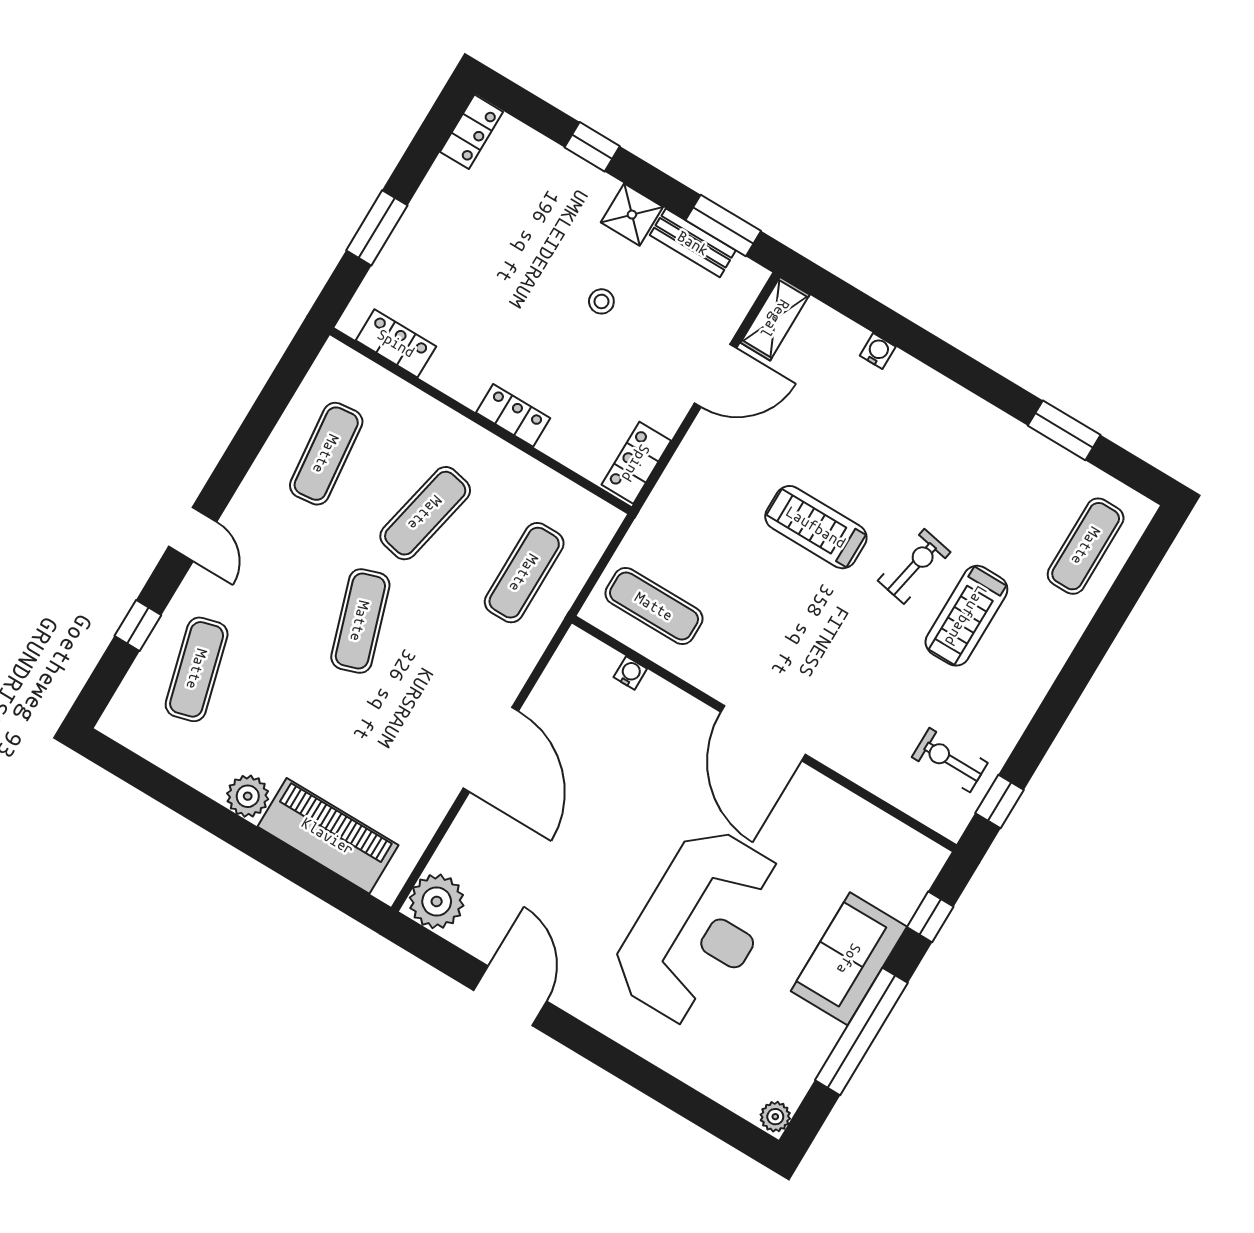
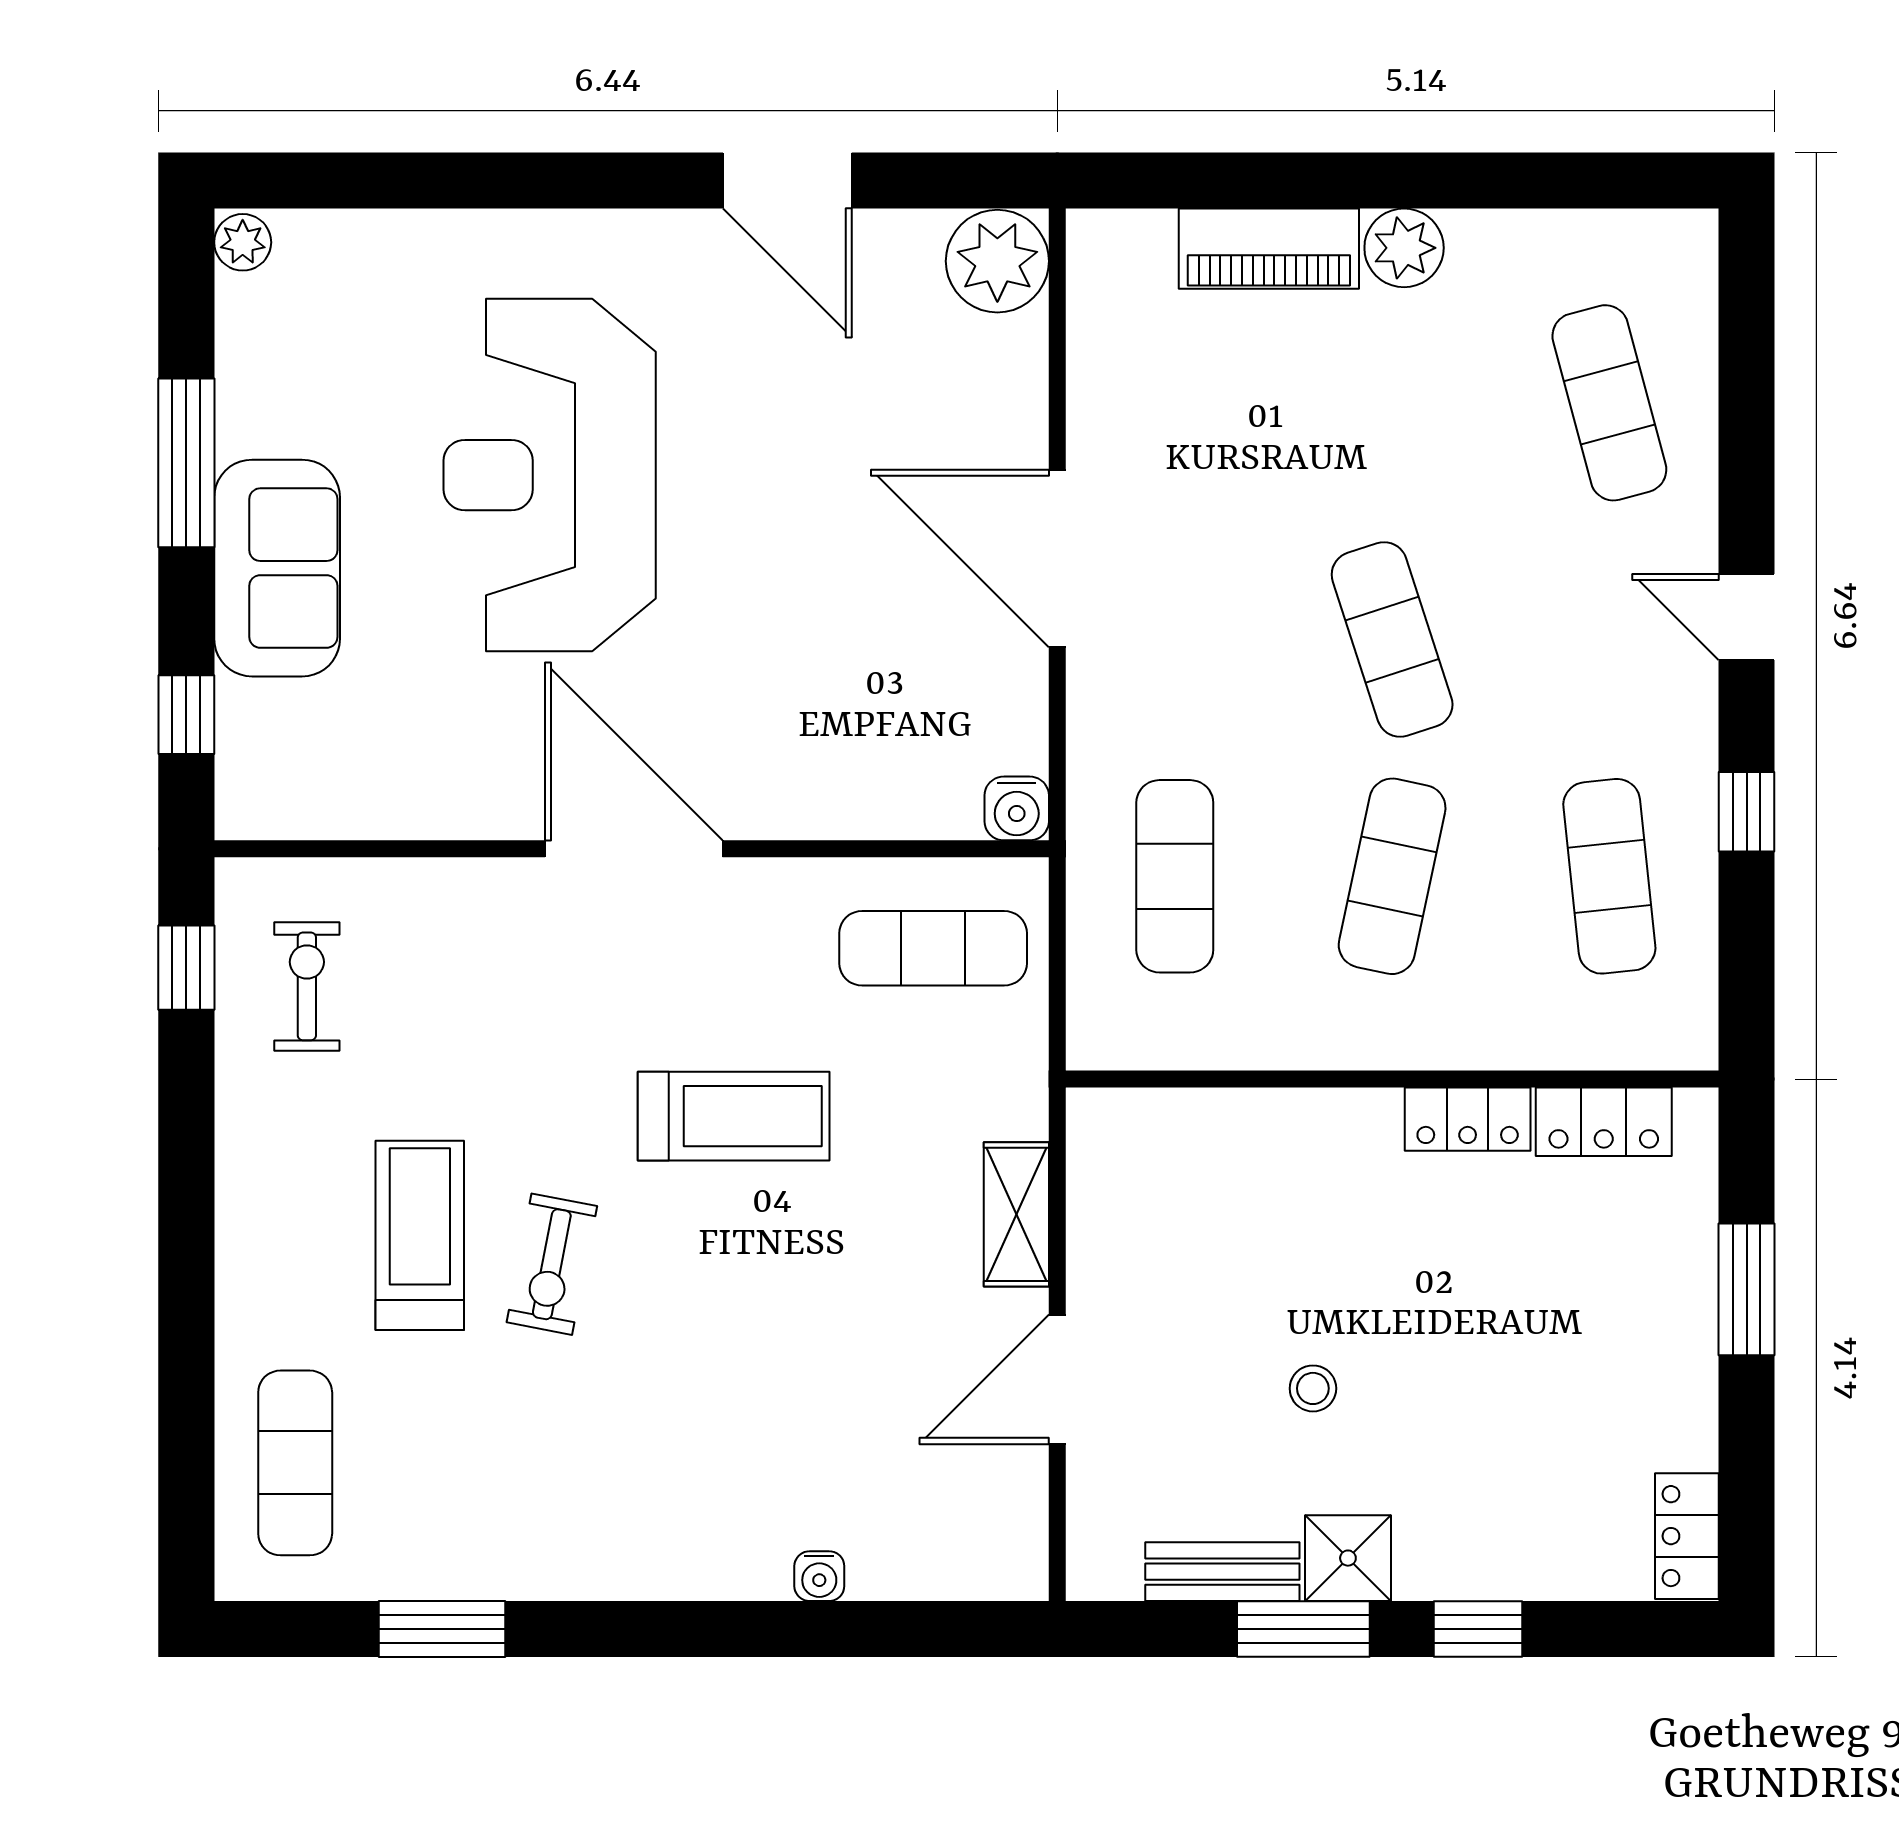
window: (723, 226) -> (1303, 1629), moved
shelving: (775, 319) -> (1016, 1214), moved
locker: (513, 415) -> (1468, 1119), moved
locker: (636, 463) -> (1100, 1162), removed
treadmill: (816, 527) -> (734, 1116), moved
window: (138, 626) -> (1747, 812), moved
water cooler: (630, 673) -> (1017, 808), moved, width x1.38, depth x1.38
exercise bike: (950, 760) -> (307, 986), turned -90
piano: (328, 836) -> (1269, 249), width x0.73, depth x0.75
window: (861, 1032) -> (186, 463), width x0.68

